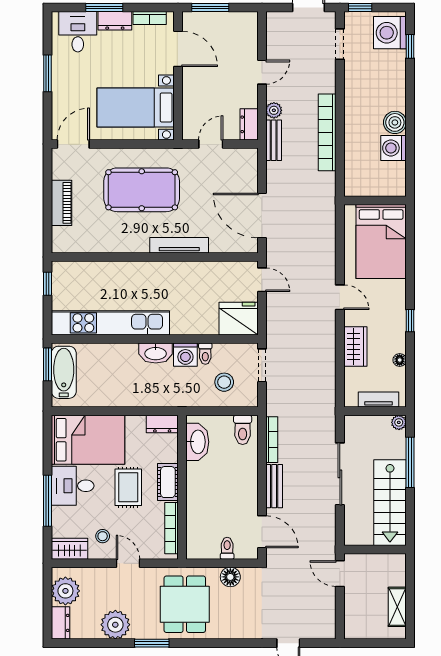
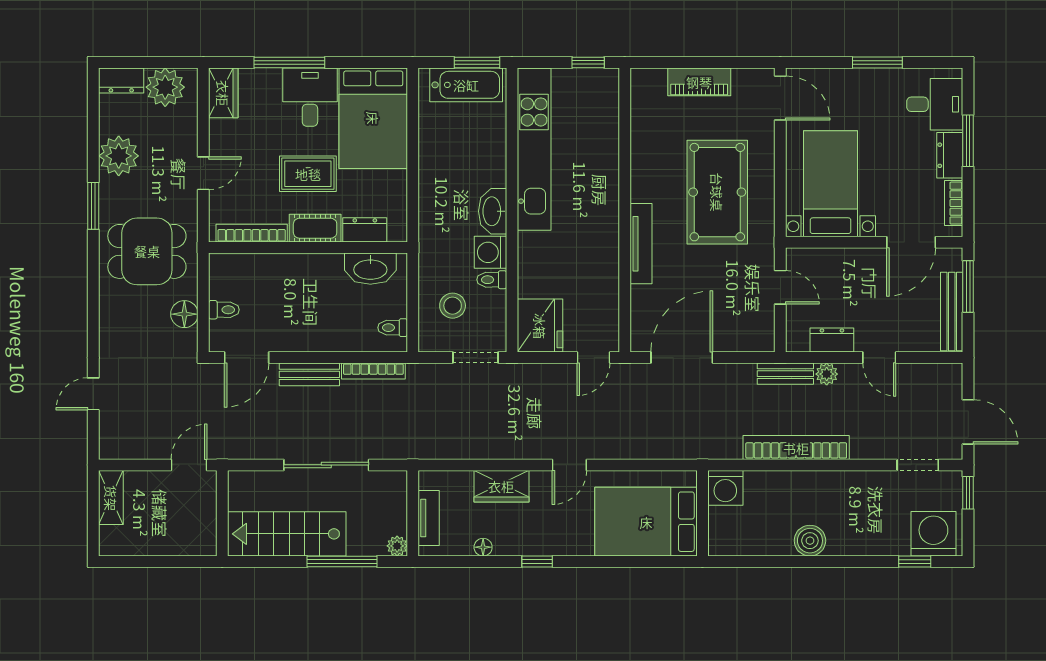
bench: (228, 19) -> (952, 311), added
dresser: (249, 124) -> (832, 340), moved
washing machine: (393, 148) -> (725, 488), moved, turned 180
dresser: (162, 424) -> (365, 230), moved, turned 90
toilet: (243, 430) -> (393, 328), width x0.73, depth x0.72
stool: (103, 536) -> (241, 138), removed
shelving: (397, 607) -> (111, 498), moved, turned 90

